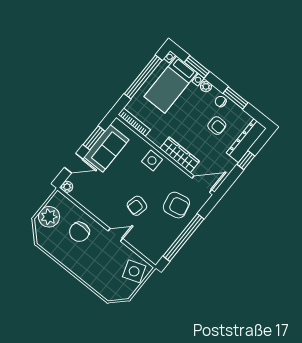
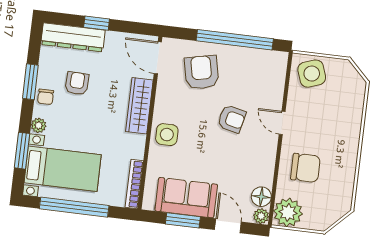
floor lamp: (79, 194) -> (261, 197), added
plant: (49, 217) -> (288, 212), moved

